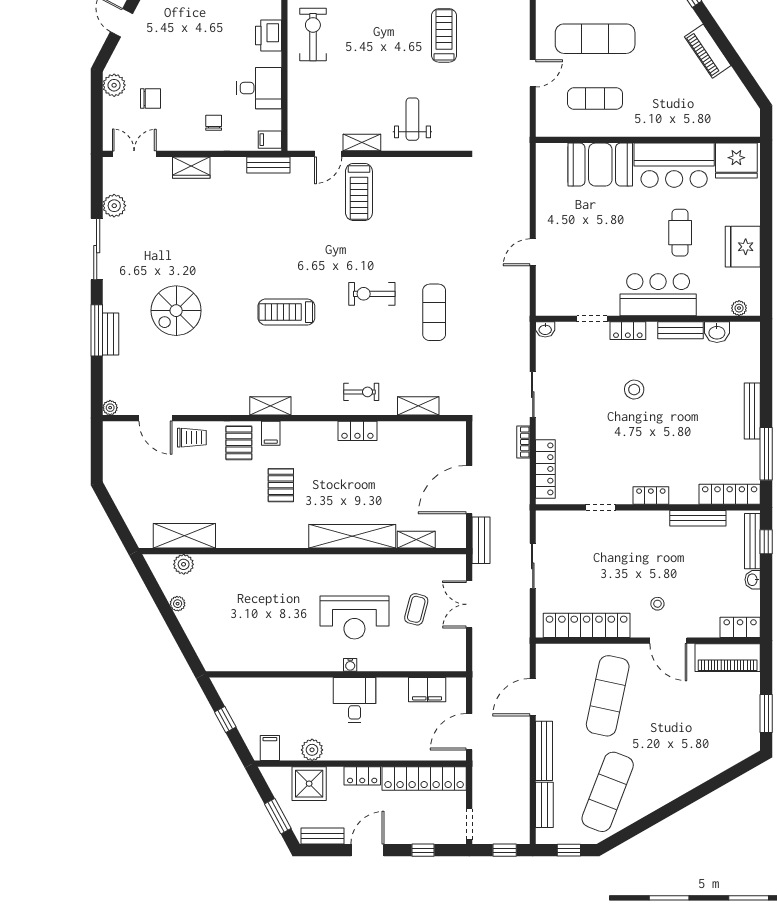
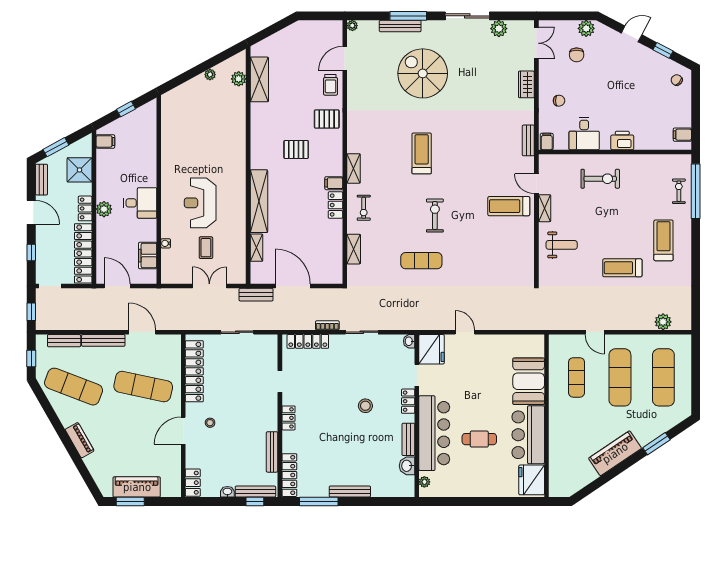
exercise bike: (313, 34) -> (600, 179), moved
treadmill: (444, 35) -> (622, 268), turned 180
piano: (708, 51) -> (615, 453), width x1.37, depth x1.33
fridge: (743, 247) -> (432, 349), moved, turned 90
bar counter: (658, 295) -> (434, 433), width x1.36
spiral stairs: (176, 311) -> (423, 73), width x1.37, depth x1.37
bench: (111, 334) -> (400, 26), width x1.36
shelving: (270, 406) -> (354, 168), moved
filing cabinet: (271, 433) -> (334, 183), moved
coffee table: (416, 609) -> (206, 248), turned 75
piano: (728, 658) -> (137, 487), moved, turned 90
water cooler: (350, 665) -> (166, 243), moved
plant: (312, 750) -> (104, 209), moved
piano: (682, 784) -> (80, 440), added

